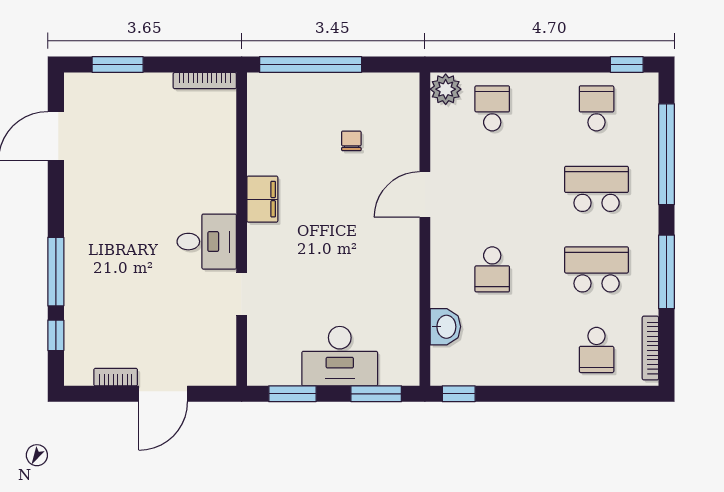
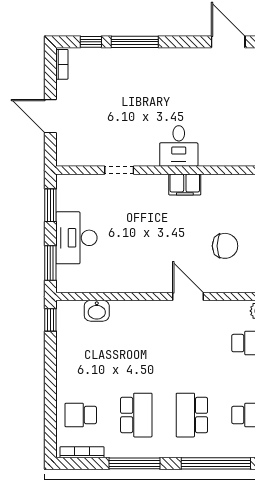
chair: (351, 141) -> (225, 246), width x1.87, depth x1.87
school desk: (597, 189) -> (192, 415), turned 180
desk: (207, 242) -> (179, 146), moved
school desk: (492, 269) -> (136, 343), removed
bookcase: (116, 377) -> (62, 64), moved

